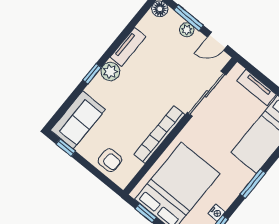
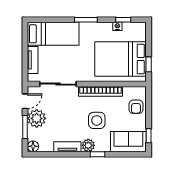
plant: (187, 30) -> (37, 118), width x1.87, depth x1.87
door: (217, 41) -> (25, 101), hinge flipped
side table: (130, 104) -> (97, 120), added
armchair: (110, 160) -> (136, 107), turned 180

